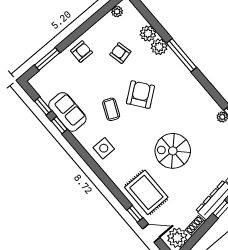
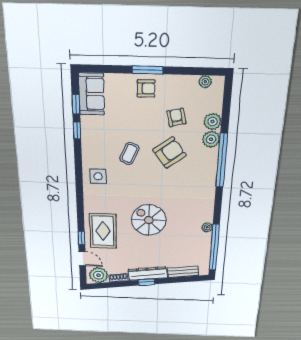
window: (182, 55) -> (222, 161), width x1.46
window: (47, 59) -> (148, 70), moved
armchair: (140, 95) -> (169, 153), moved
sofa: (67, 112) -> (92, 94), moved

